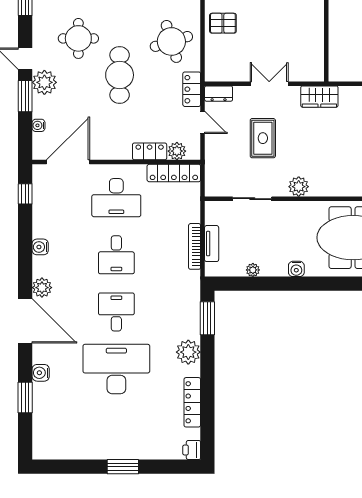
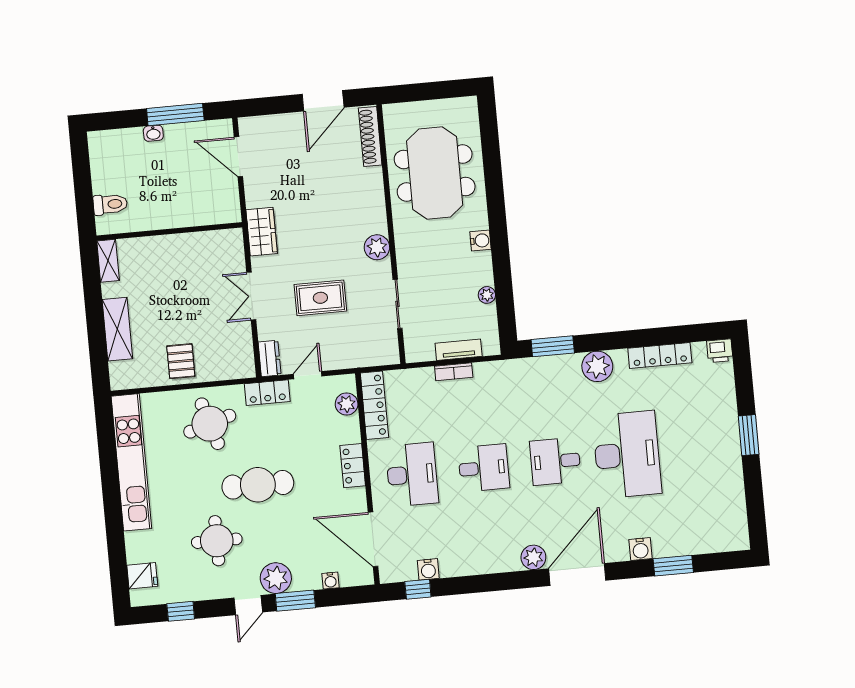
locker: (150, 151) -> (353, 466), moved
bookcase: (195, 246) -> (454, 372), width x0.64
water cooler: (40, 247) -> (428, 569), moved
desk: (116, 369) -> (627, 455), turned 180

